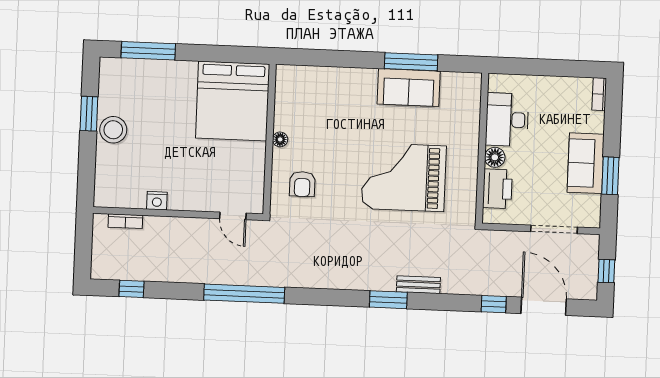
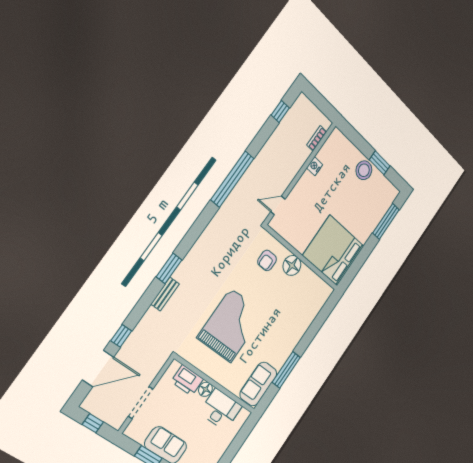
sofa: (409, 88) -> (258, 384), moved
floor lamp: (280, 139) -> (292, 265), width x1.89, depth x1.89
armchair: (302, 184) -> (267, 260), turned -90

